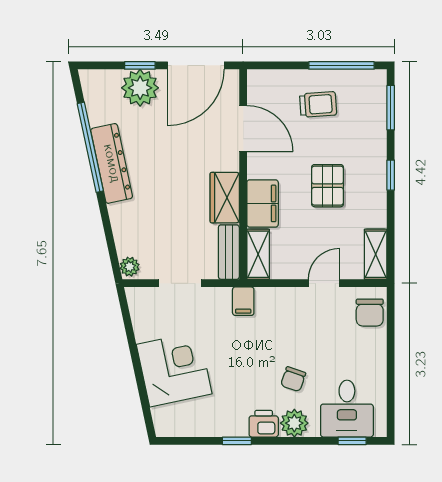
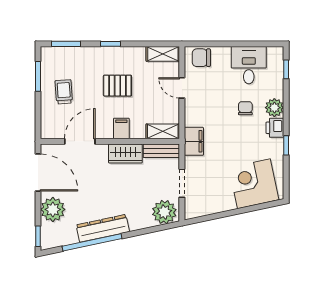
window: (140, 65) -> (38, 236), moved
window: (342, 65) -> (38, 76), width x0.69
filing cabinet: (263, 203) -> (121, 129), width x0.50
plant: (130, 267) -> (164, 212), width x1.88, depth x1.88
filing cabinet: (243, 301) -> (194, 141), width x2.00
chair: (370, 313) -> (201, 58), turned 180
corner desk: (174, 369) -> (254, 184), moved
chair: (293, 379) -> (245, 108), turned -109
desk: (347, 409) -> (249, 65), moved, turned -90

